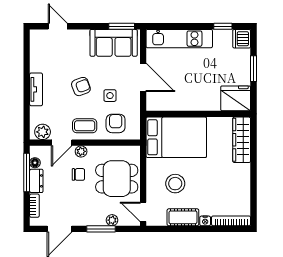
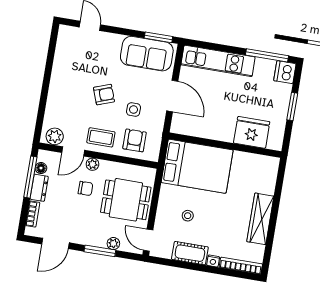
window: (223, 26) -> (267, 55), width x2.17
tv unit: (36, 89) -> (55, 90), removed
fridge: (236, 98) -> (252, 132), moved
wardrobe: (242, 140) -> (260, 219), moved
stool: (175, 184) -> (188, 216), width x0.53, depth x0.53

